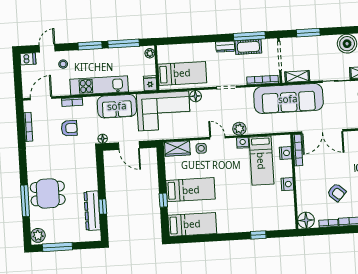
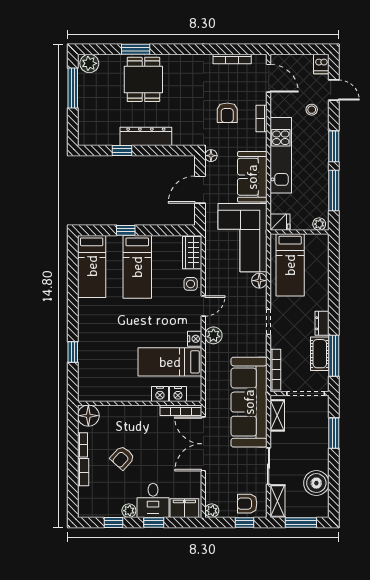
nightstand: (287, 184) -> (160, 394), moved
window: (25, 201) -> (136, 49), width x0.69
dresser: (92, 211) -> (146, 136), moved

